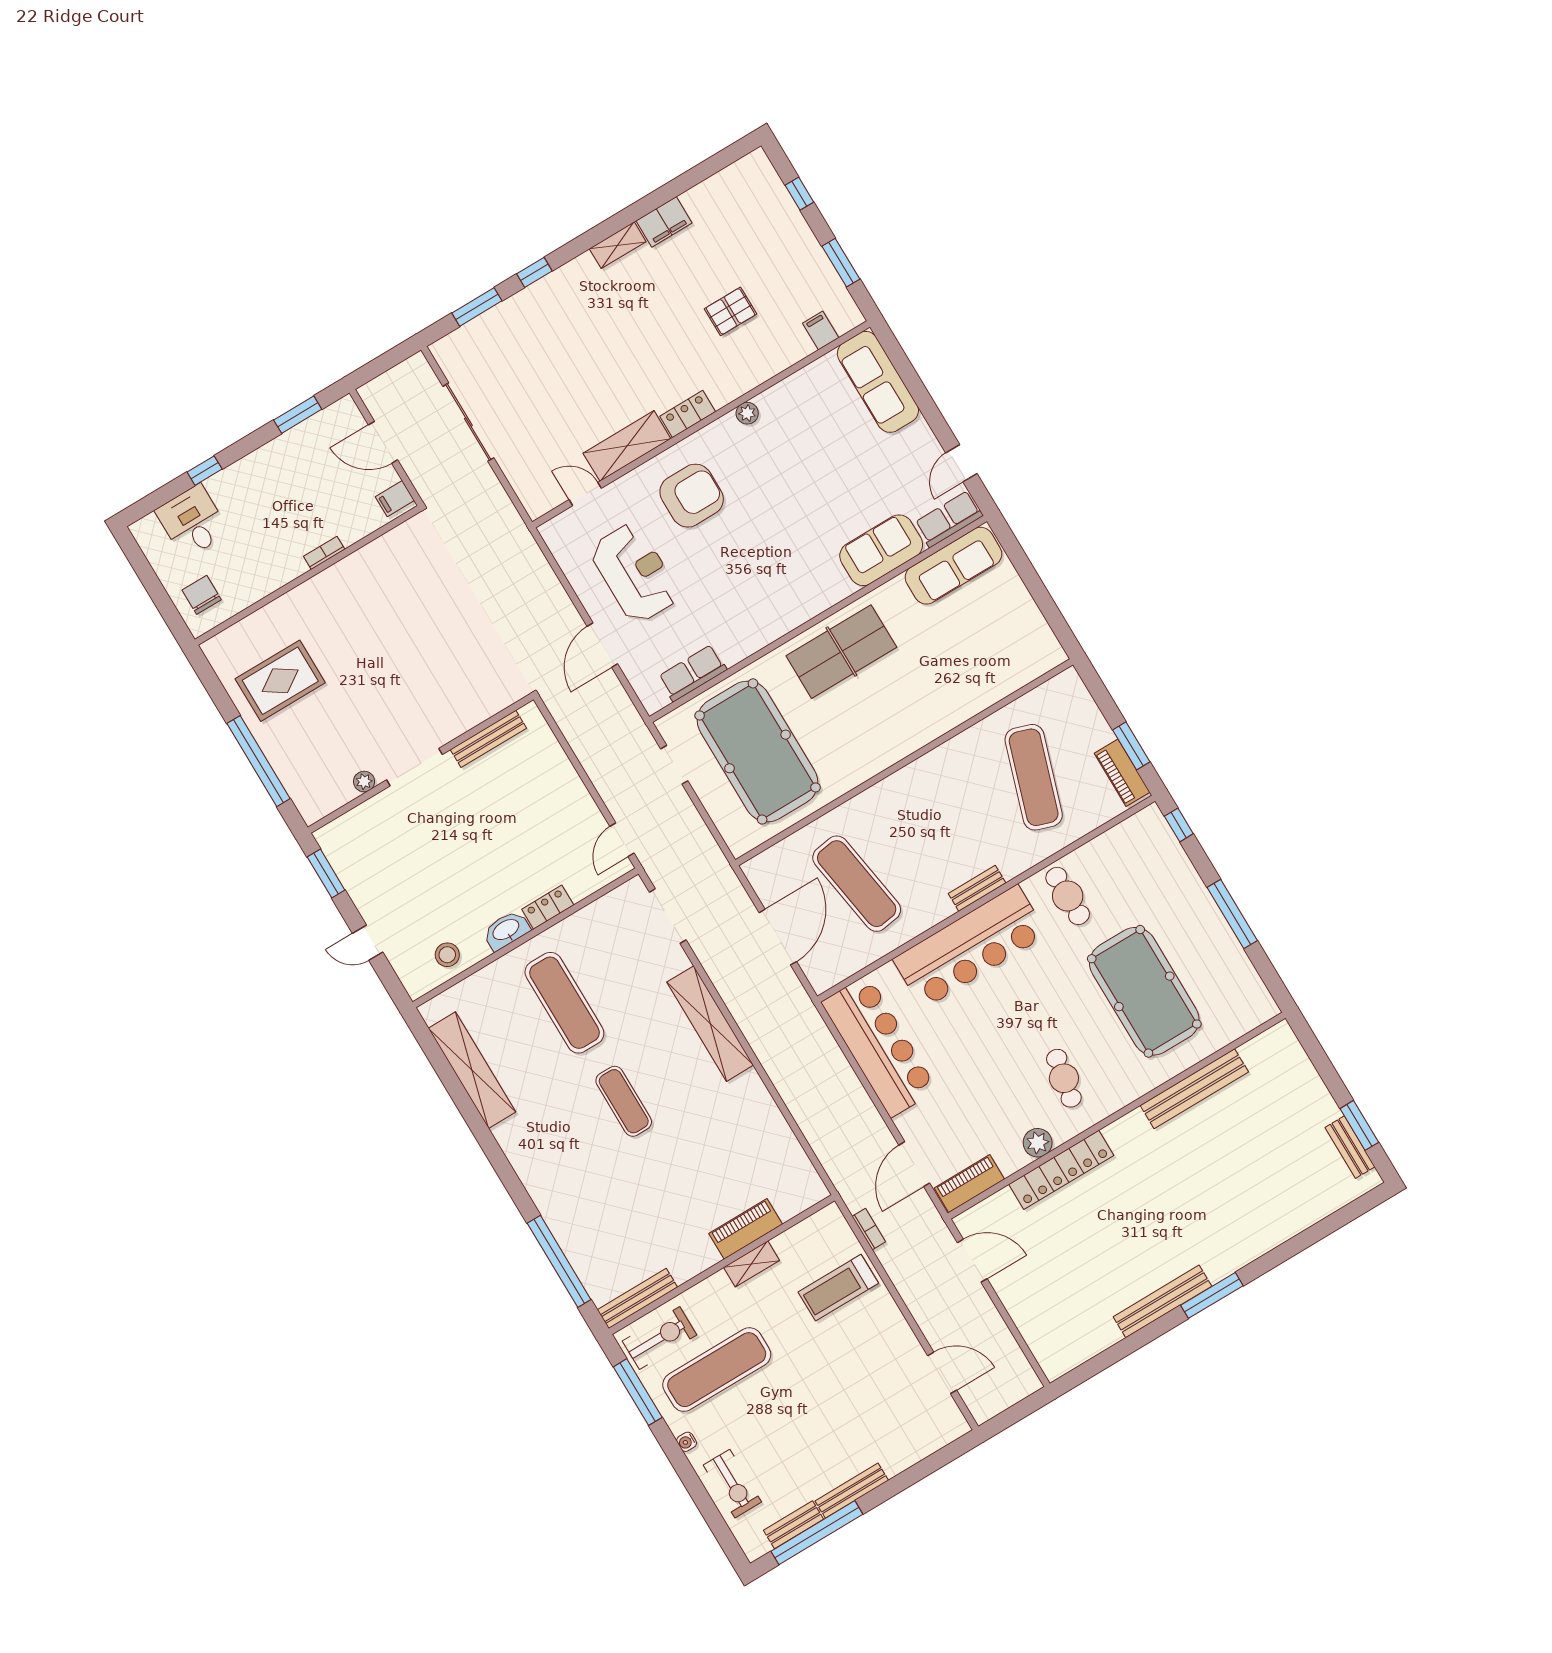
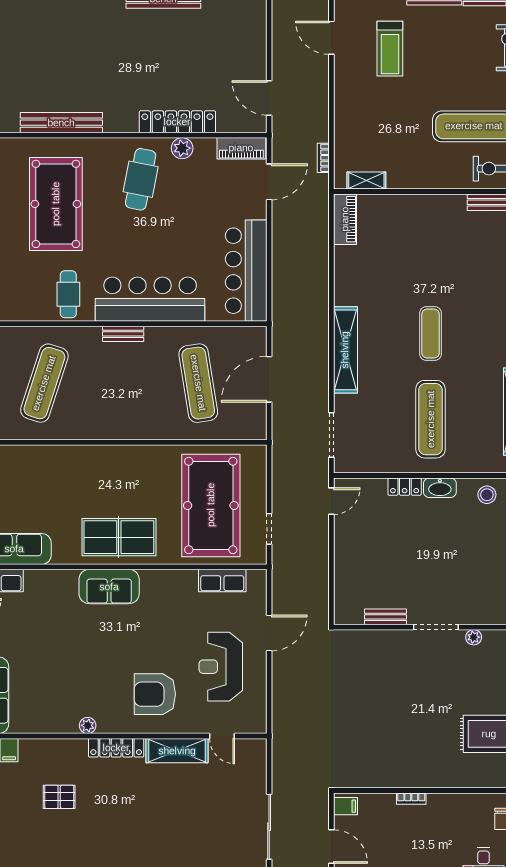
locker: (688, 414) -> (116, 748), width x1.53
sofa: (881, 550) -> (109, 587), moved
bench: (488, 739) -> (385, 617), width x0.73
cafe table: (1064, 1078) -> (141, 179), width x1.37, depth x1.35
piano: (746, 1229) -> (345, 219), moved, turned -90
shelving: (752, 1264) -> (366, 181), moved
treadmill: (838, 1288) -> (390, 49), moved, turned 90

